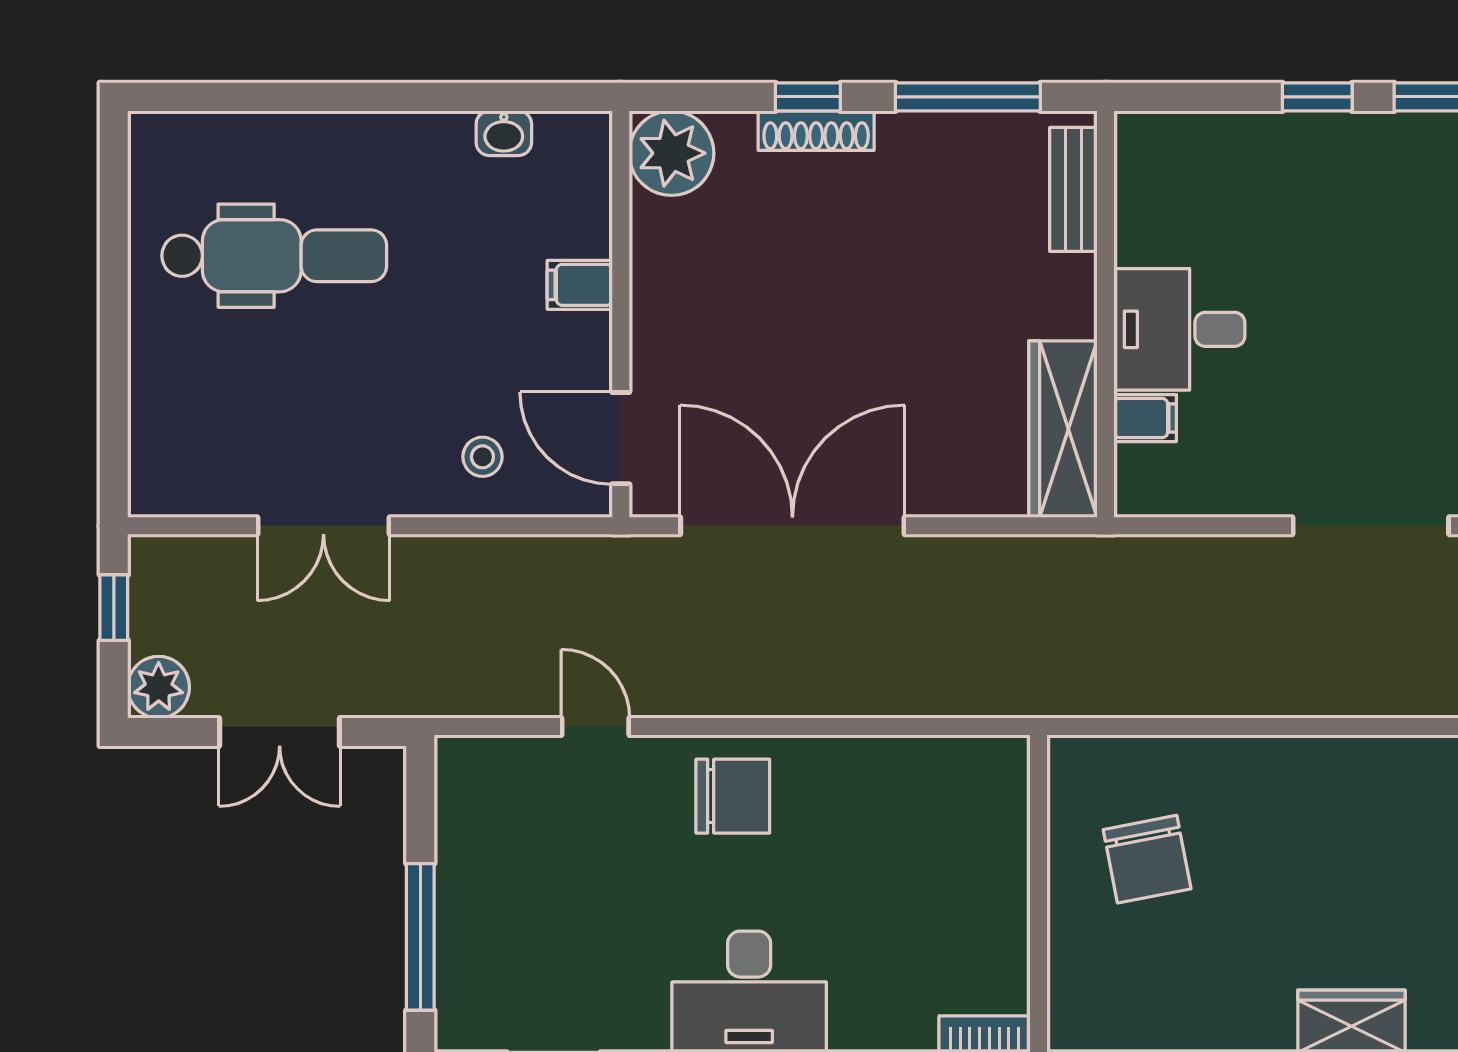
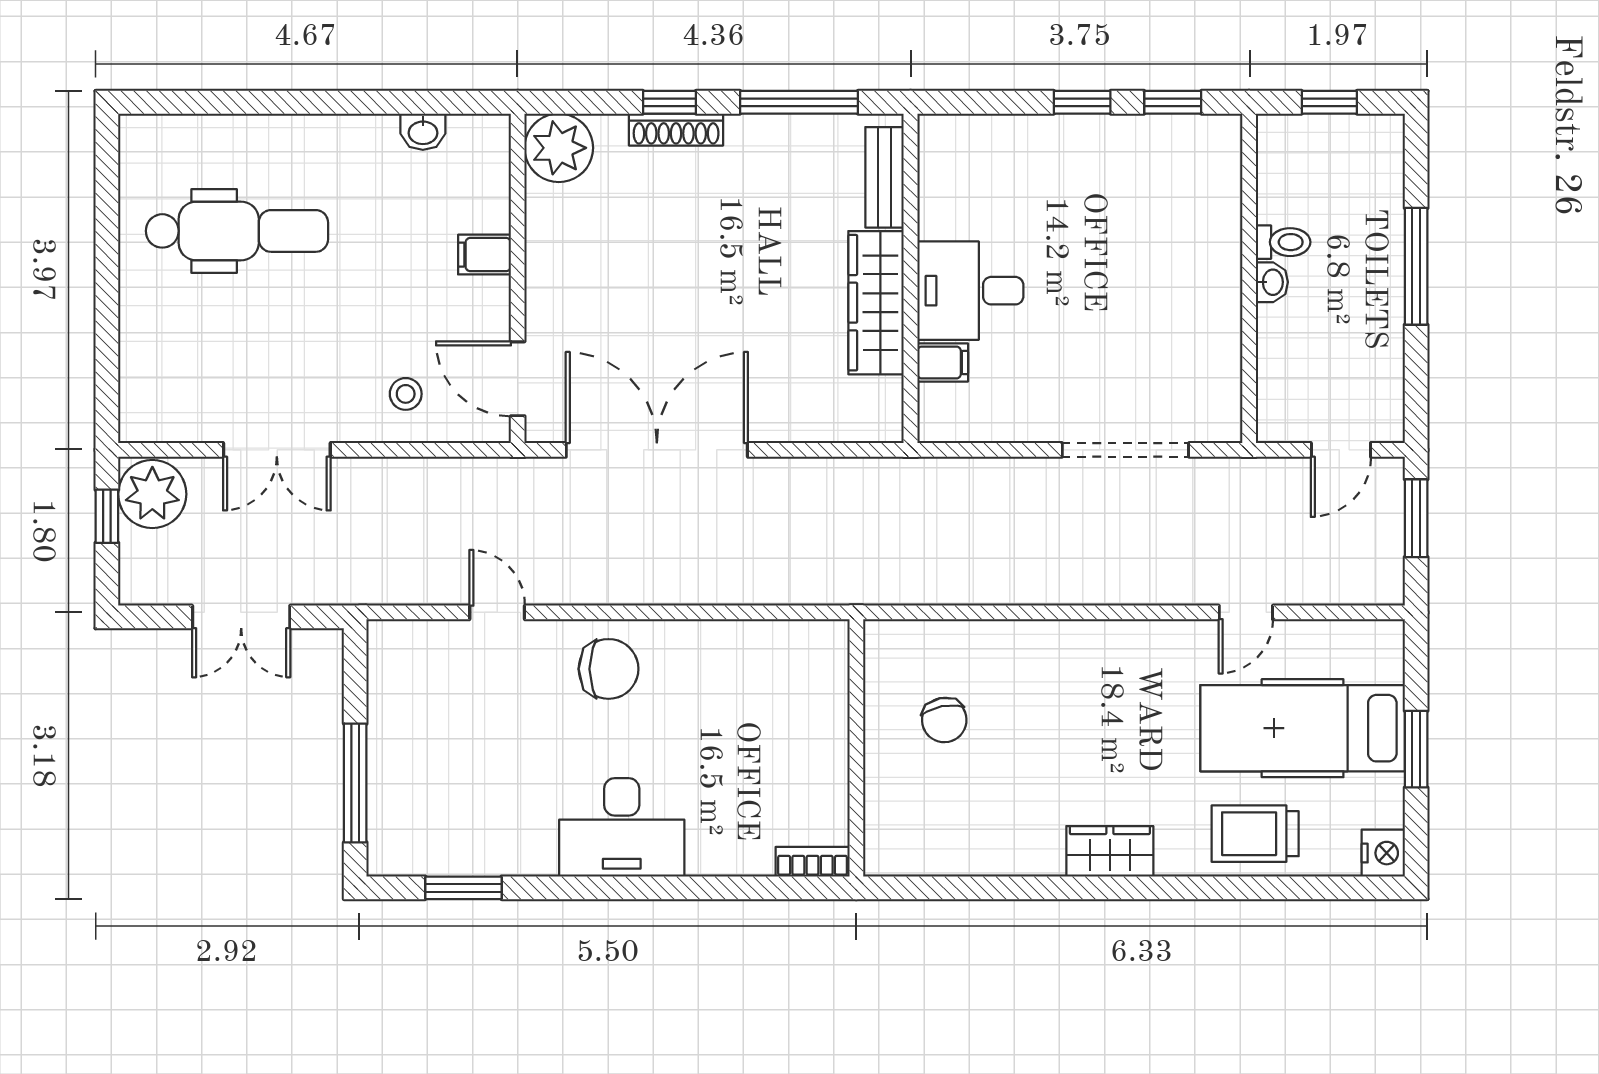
wardrobe: (1063, 429) -> (876, 303), moved
plant: (159, 687) -> (152, 494), moved, width x1.36, depth x1.36
chair: (1147, 859) -> (944, 720), width x0.73, depth x0.73

